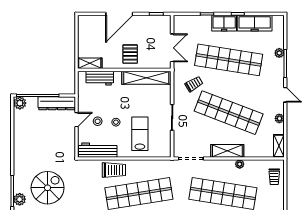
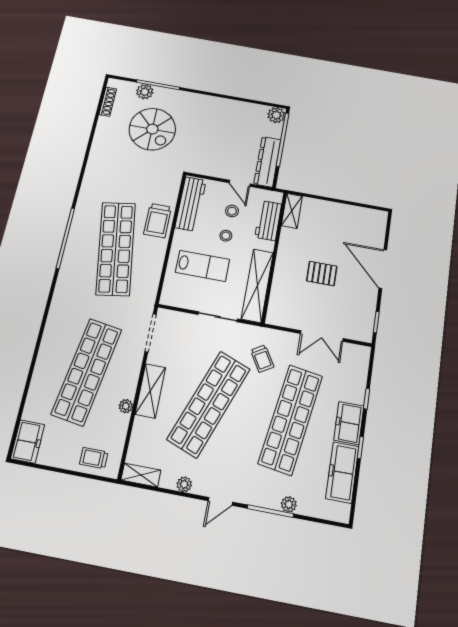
shelving: (90, 63) -> (292, 211), moved
wall: (124, 70) -> (274, 256), moved
workbench: (100, 78) -> (268, 221), moved
shelving: (146, 78) -> (257, 286), moved

